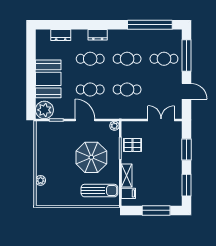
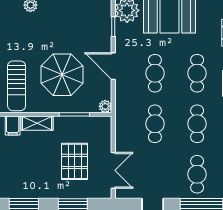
door: (85, 120) -> (113, 66), swing flipped
pallet: (133, 145) -> (75, 161), moved, width x1.50, depth x1.42

